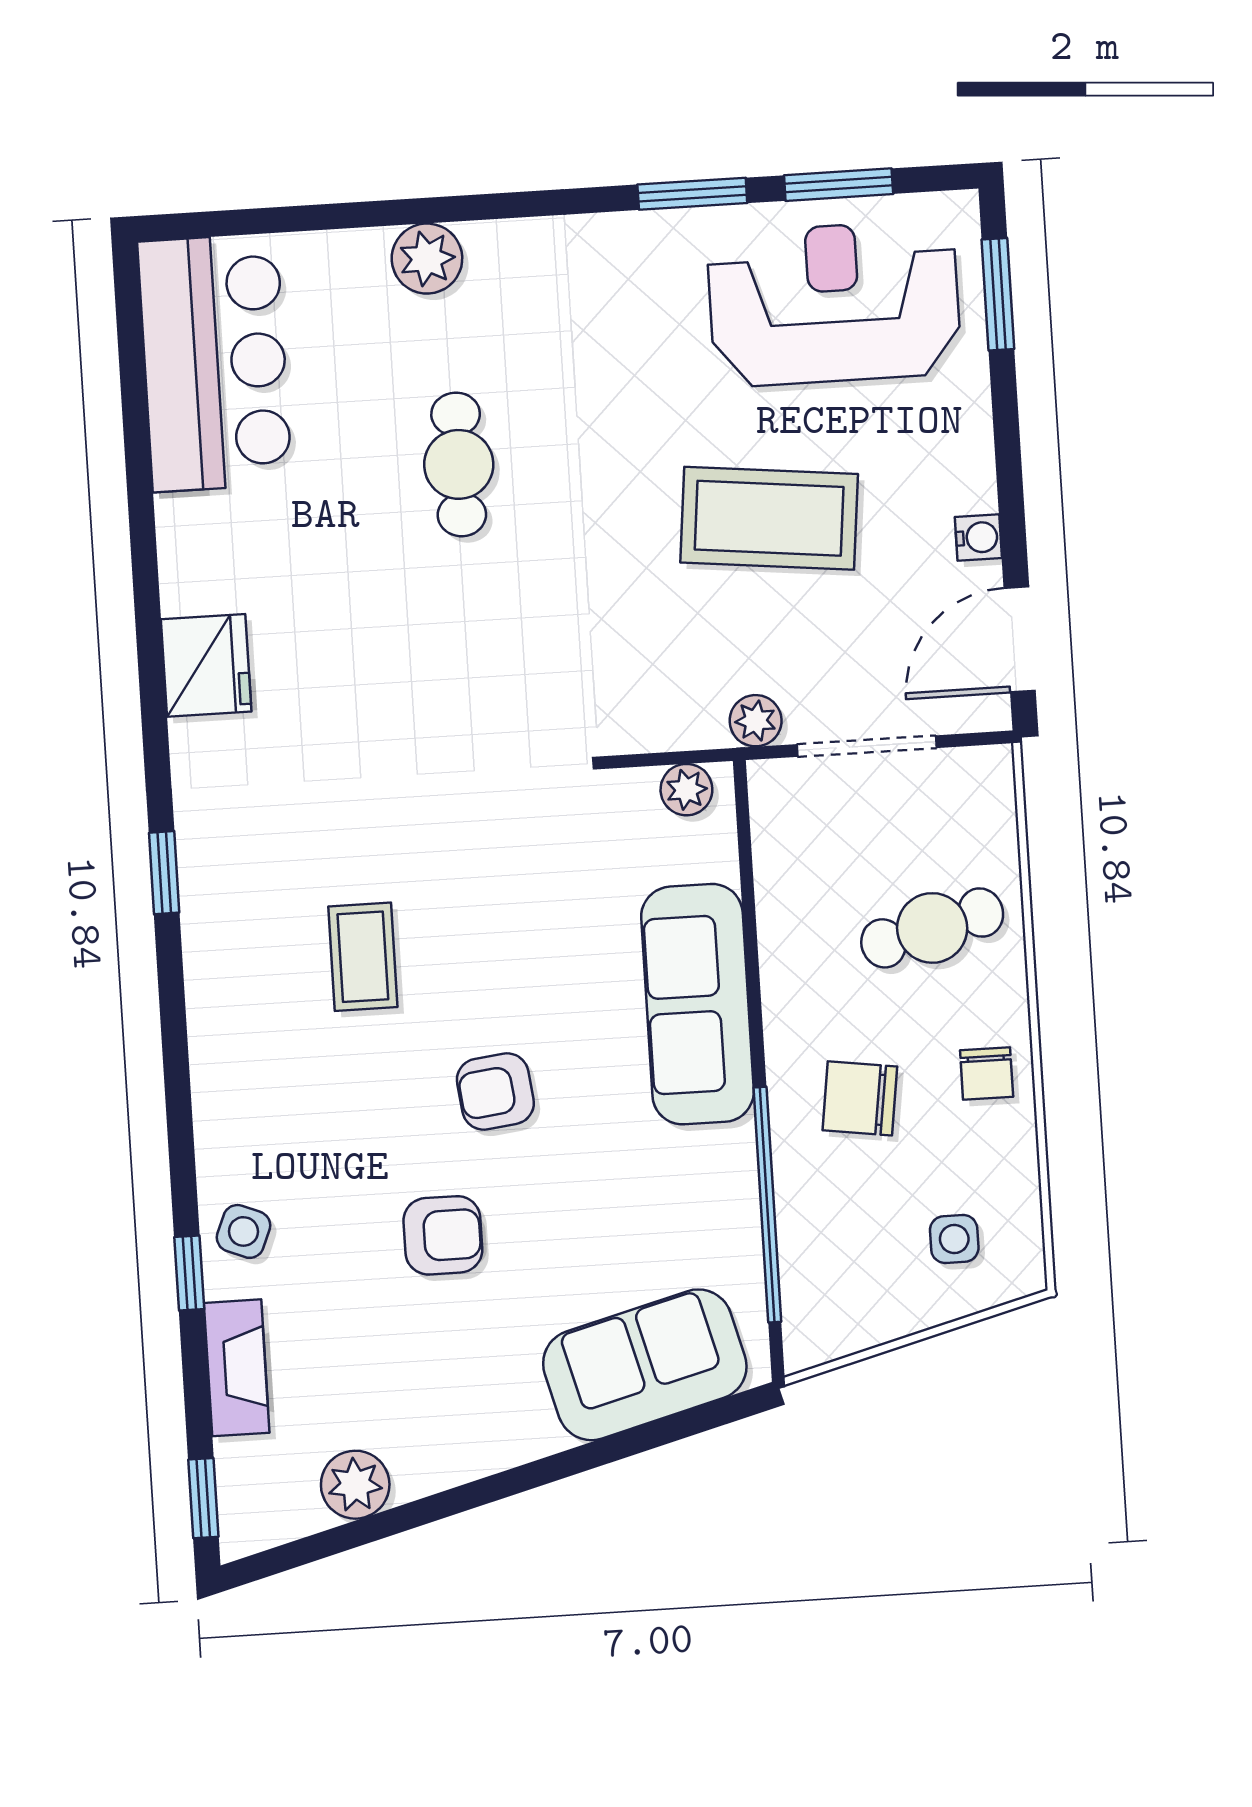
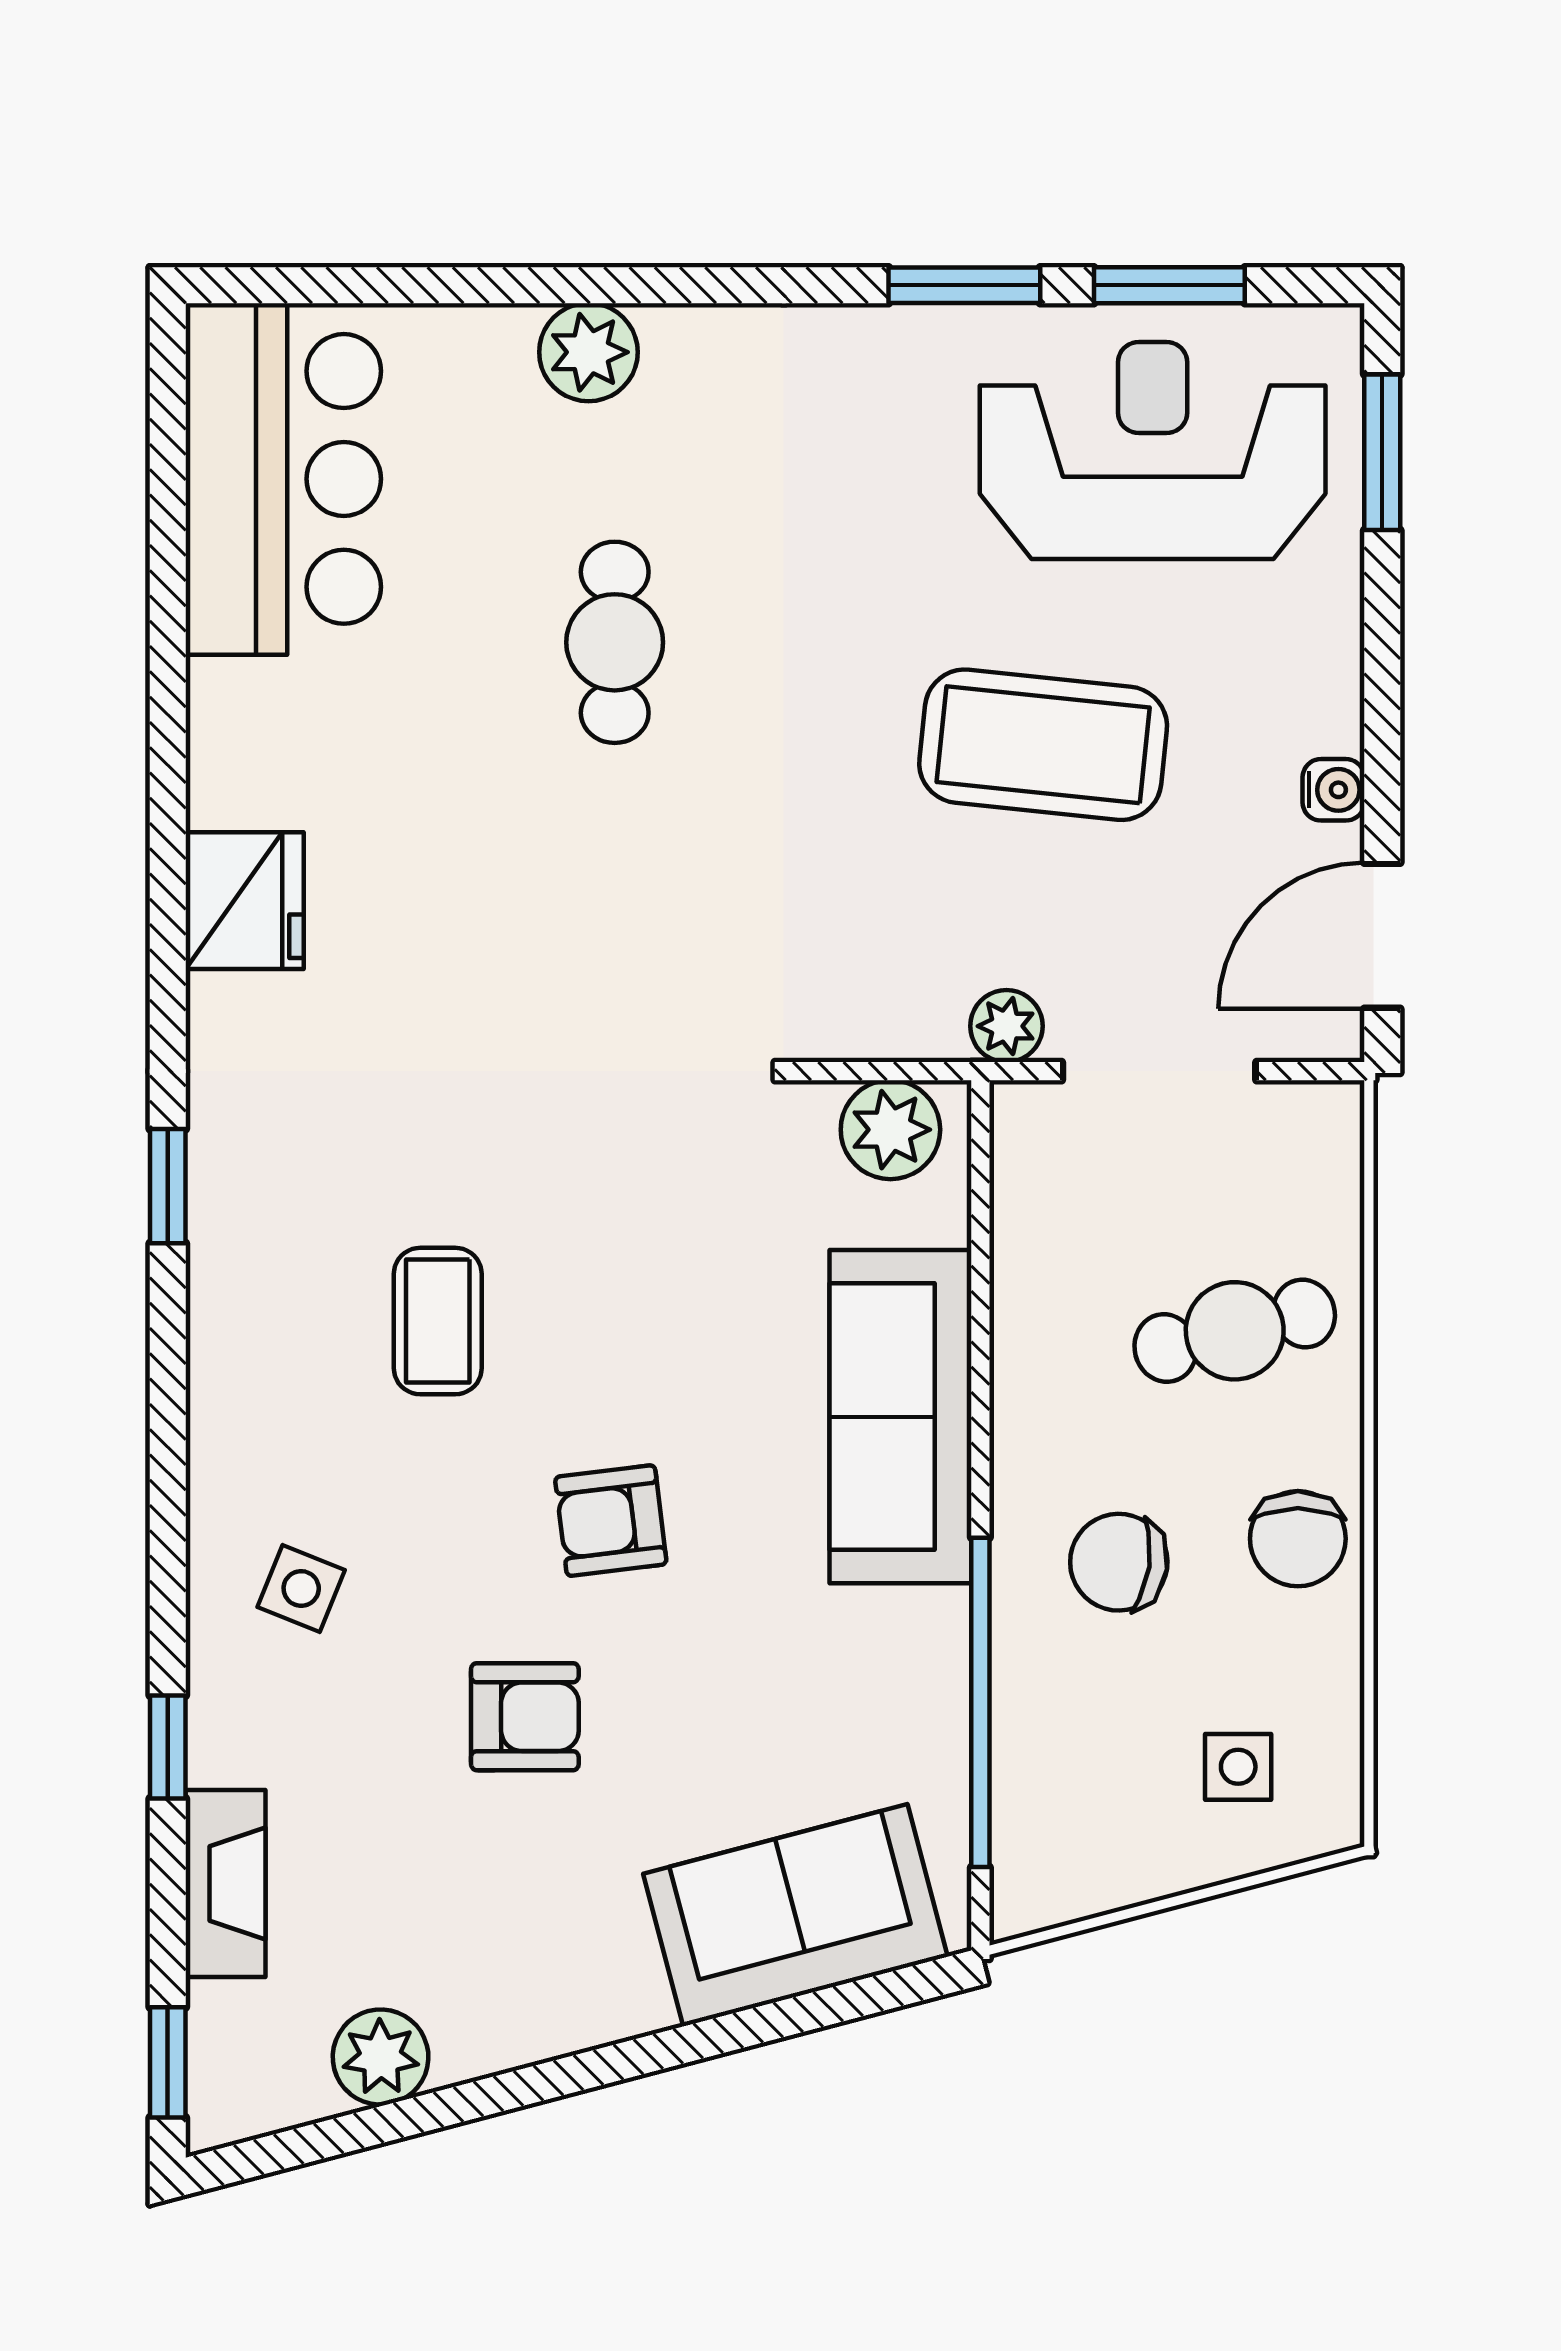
plant: (686, 790) -> (890, 1130), width x1.38, depth x1.38
chair: (987, 1074) -> (1298, 1539), width x1.37, depth x1.37
side table: (244, 1231) -> (301, 1588), moved

